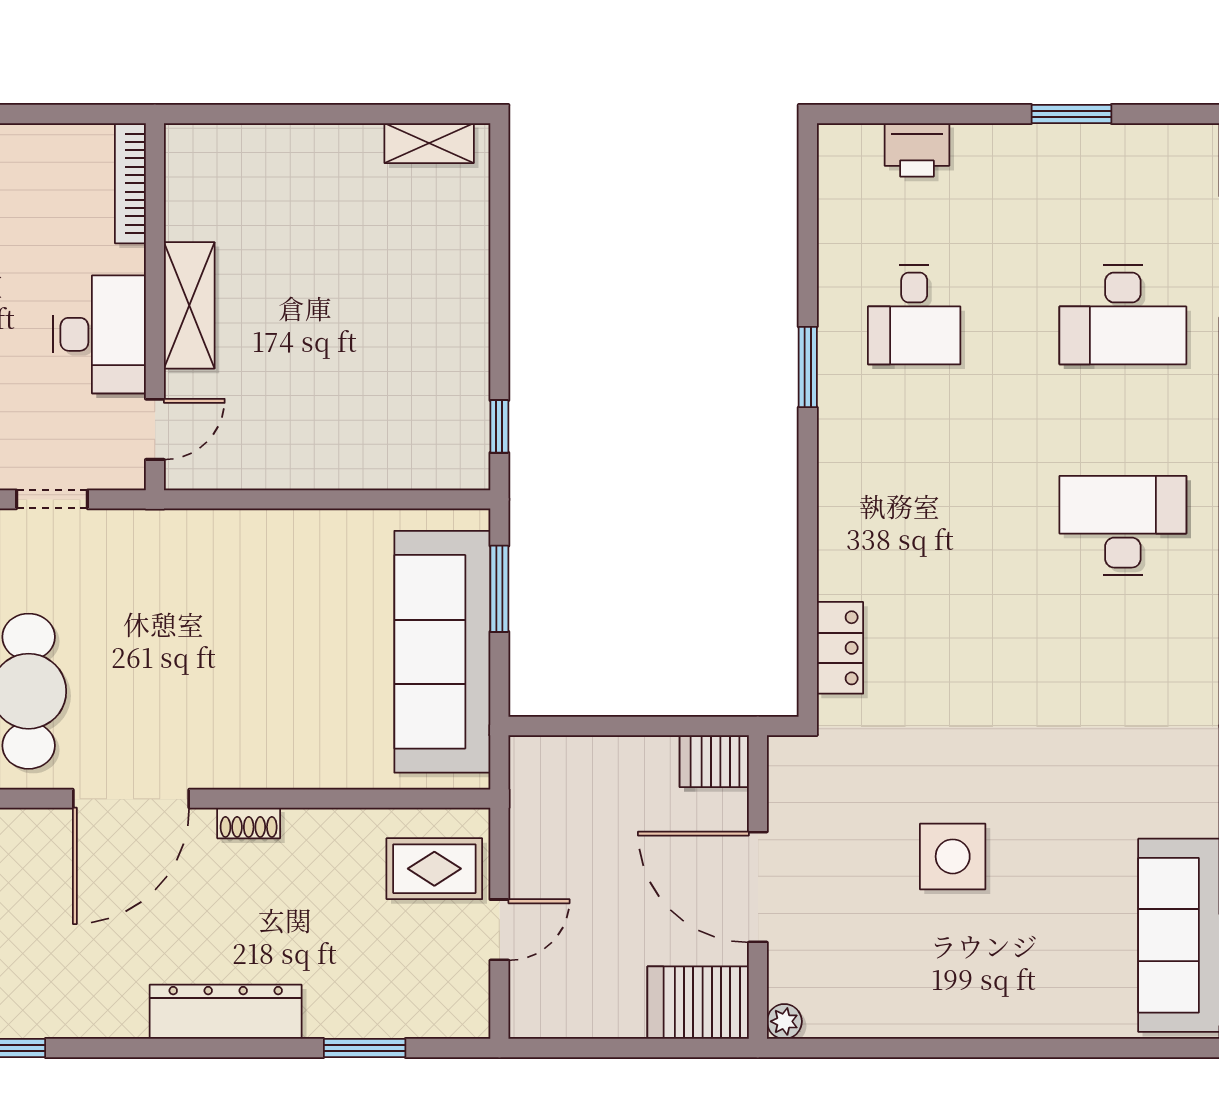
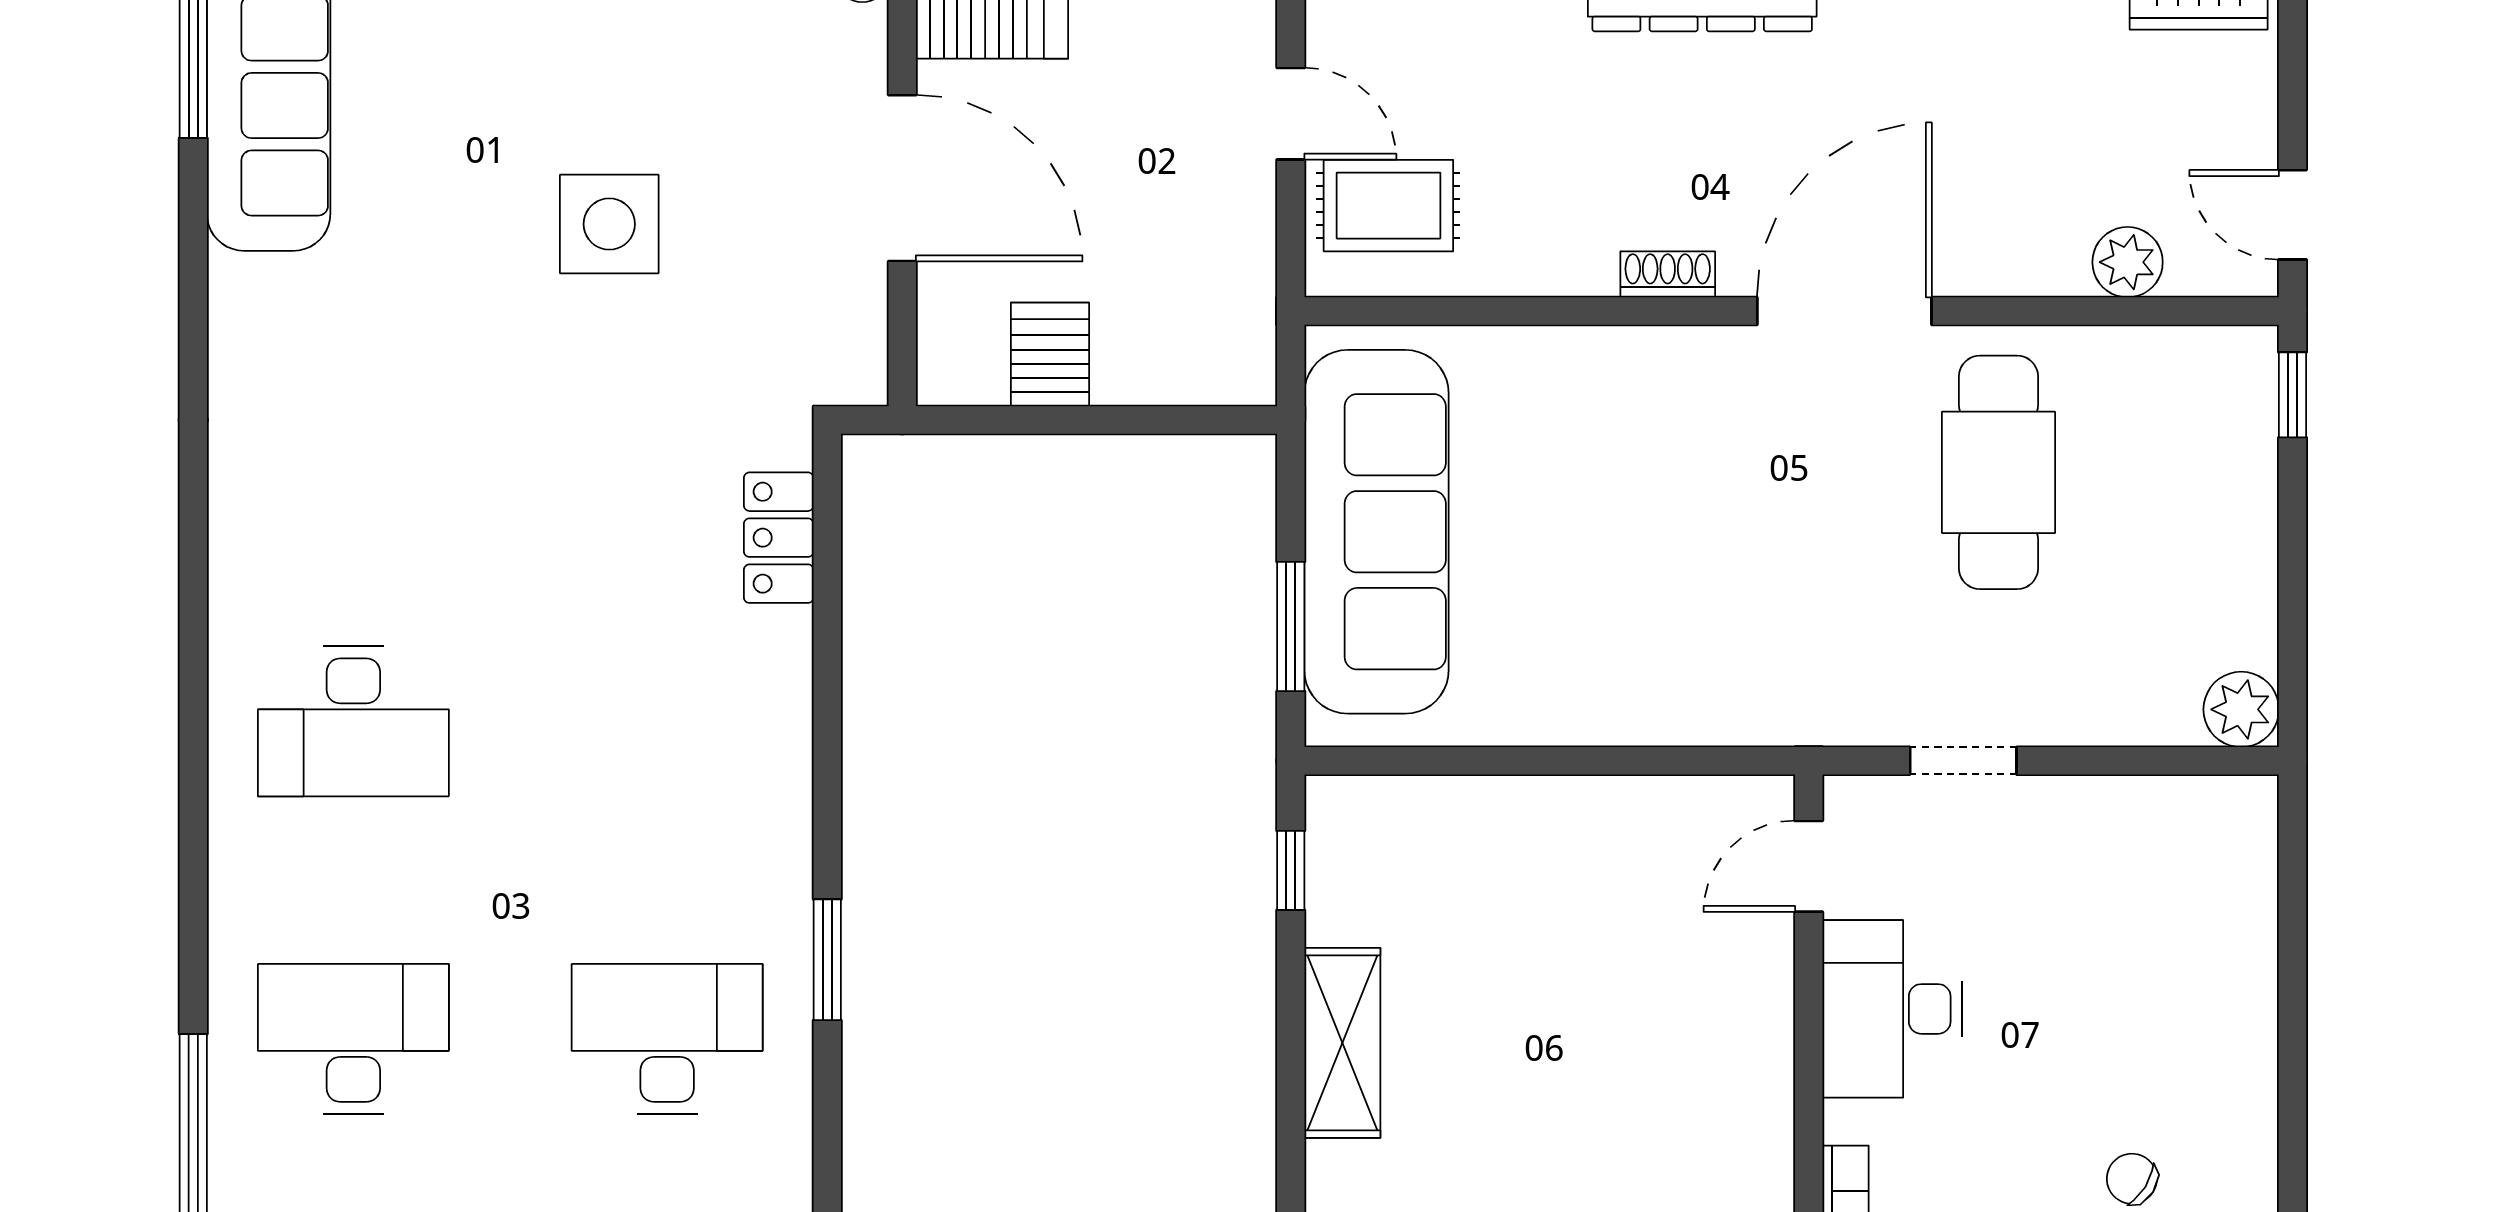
shelving: (189, 305) -> (1342, 1043), moved
desk: (914, 314) -> (667, 1039), width x1.37
server rack: (714, 761) -> (1050, 354), moved, turned -90
door: (499, 930) -> (1291, 114), swing flipped

